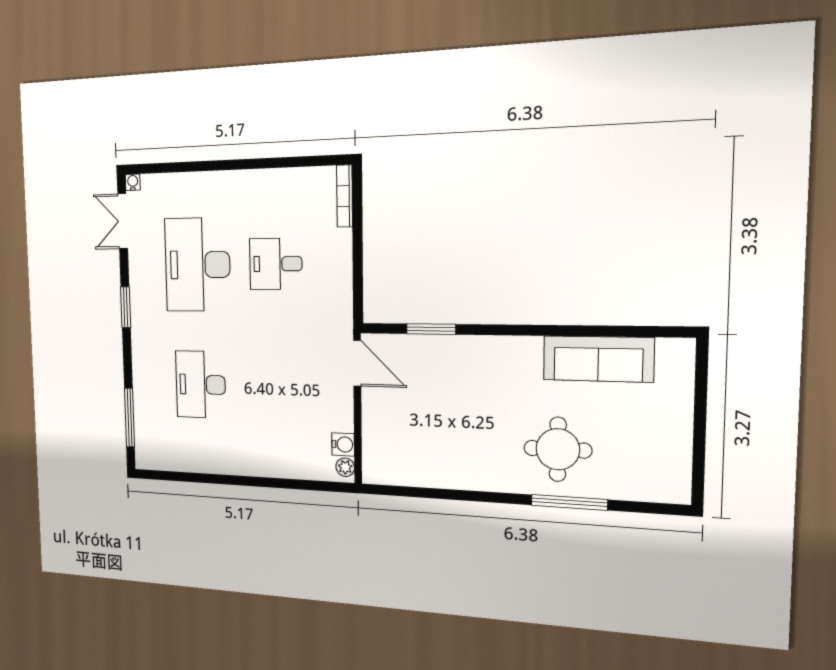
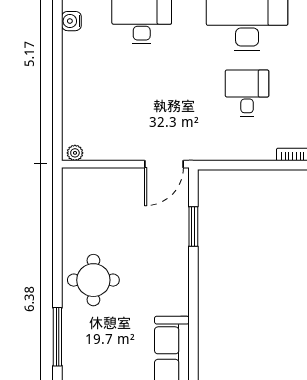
water cooler: (343, 444) -> (71, 21), moved, turned 90
round table: (558, 449) -> (93, 280), moved

